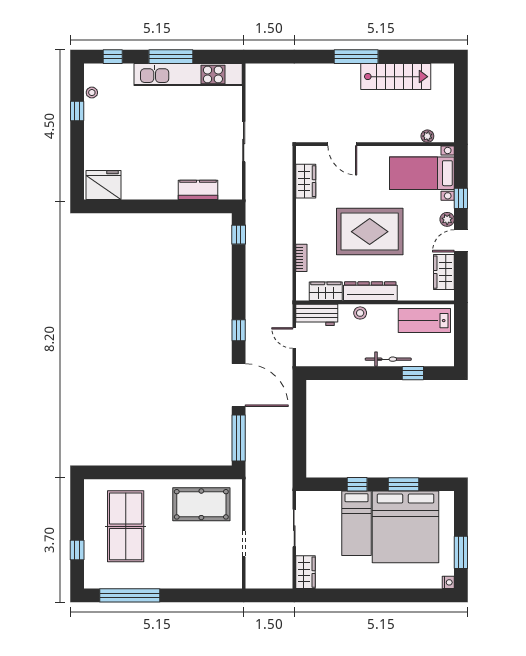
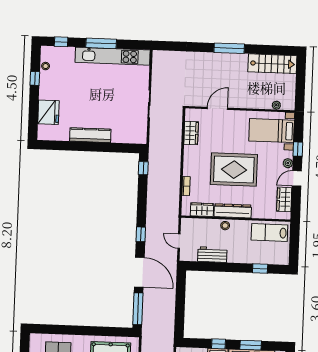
stairs: (396, 77) -> (272, 64), moved
door: (342, 144) -> (217, 108), swing flipped
fridge: (103, 185) -> (48, 112), moved, turned 90
kitchen counter: (198, 190) -> (90, 135), moved, width x1.50
workbench: (317, 315) -> (212, 255), moved, turned 180
bicycle: (388, 359) -> (243, 258), removed

